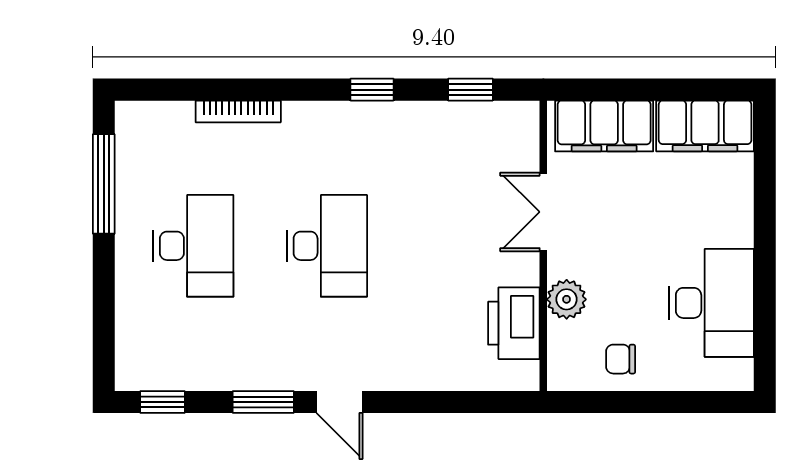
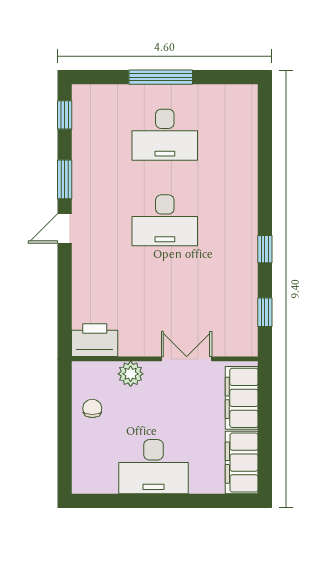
bookcase: (238, 111) -> (251, 163), removed
window: (104, 184) -> (161, 77), moved
desk: (711, 303) -> (153, 467), moved
printer: (514, 323) -> (95, 340), moved

